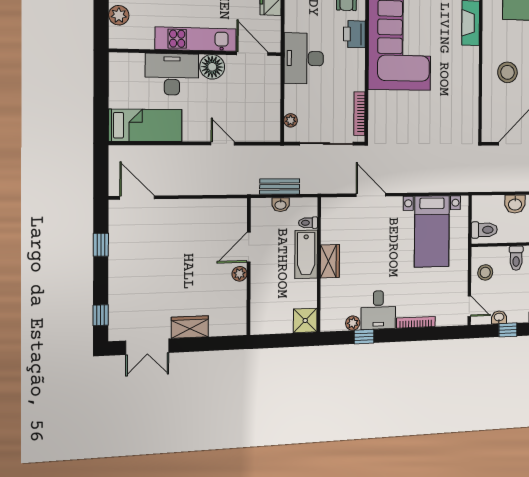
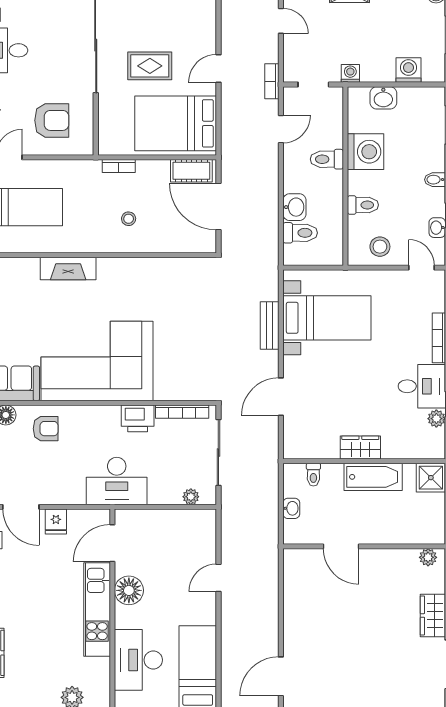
printer: (354, 34) -> (138, 418), moved
stool: (507, 72) -> (129, 219), width x0.53, depth x0.53
desk: (172, 74) -> (138, 660), moved
bench: (280, 187) -> (270, 325), moved
toilet: (484, 230) -> (300, 233), moved, turned 90
bathtub: (306, 254) -> (373, 477), moved
plant: (240, 274) -> (428, 557), moved
door: (469, 306) -> (421, 268), hinge flipped

